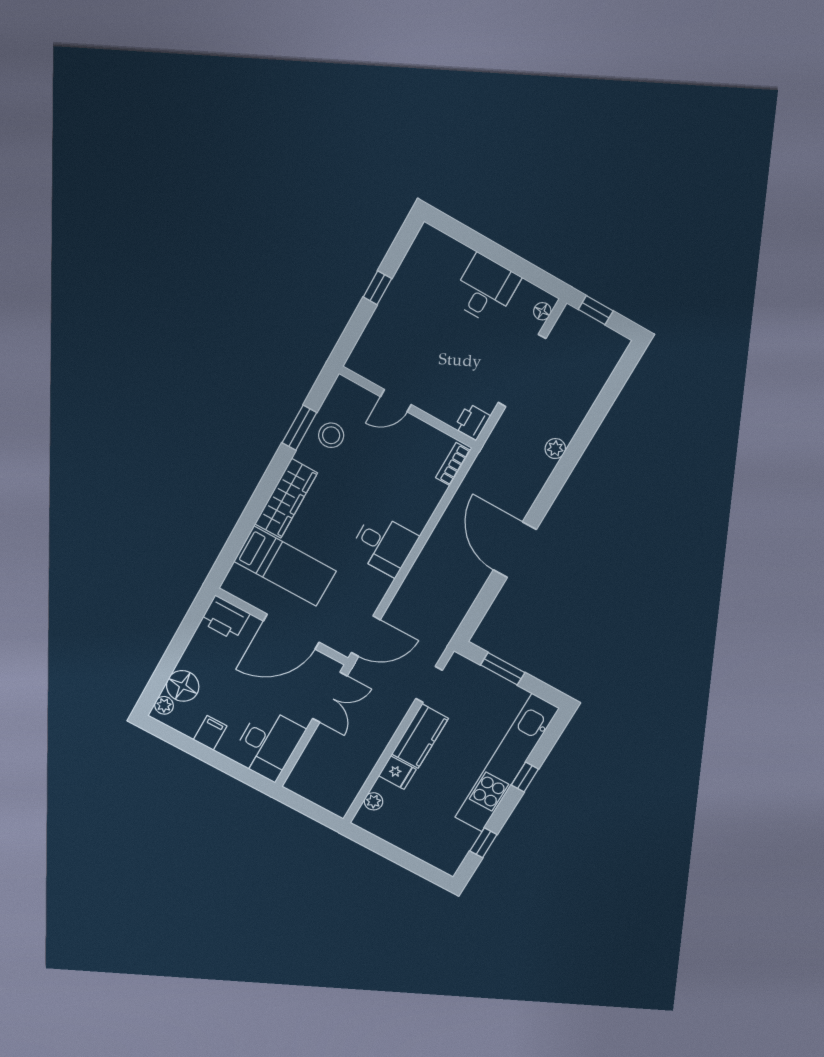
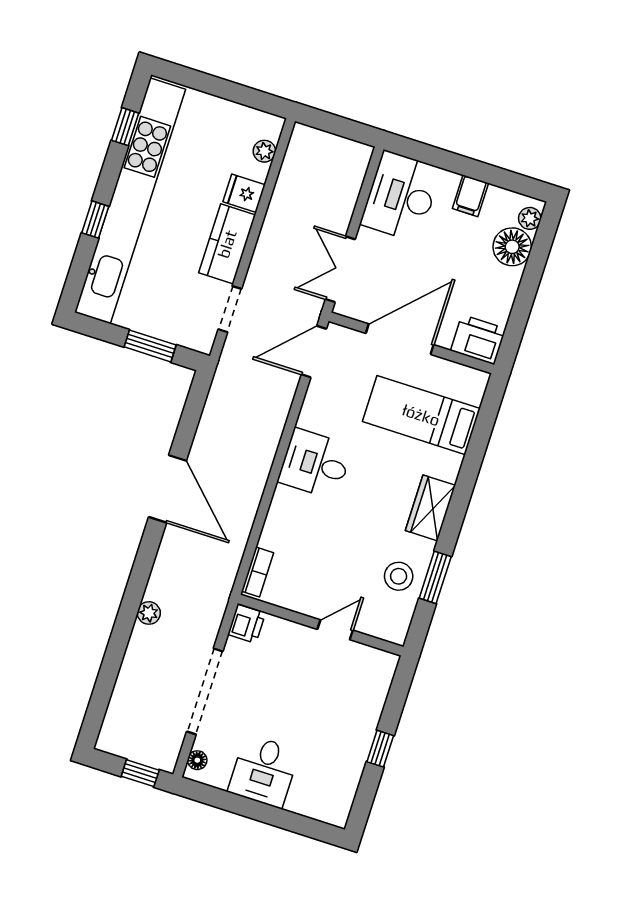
wardrobe: (286, 498) -> (430, 508), width x0.67
kitchen unit: (507, 763) -> (130, 201), width x1.36

